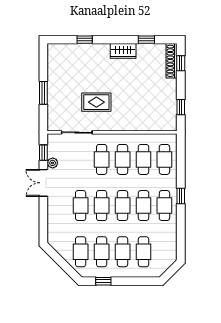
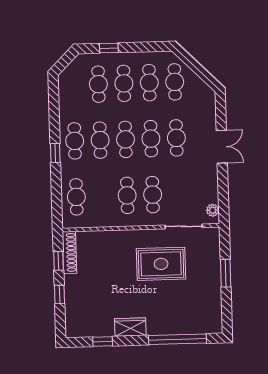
window: (85, 40) -> (178, 339), width x3.17
shoe rack: (172, 61) -> (69, 252), moved
window: (181, 63) -> (60, 294), moved
rug: (96, 102) -> (161, 264), width x1.36, depth x1.43
window: (43, 153) -> (223, 201), removed
cafe table: (143, 159) -> (102, 196), removed
plant: (53, 163) -> (213, 210), moved
double door: (43, 183) -> (222, 147), moved
window: (103, 281) -> (109, 48), moved

